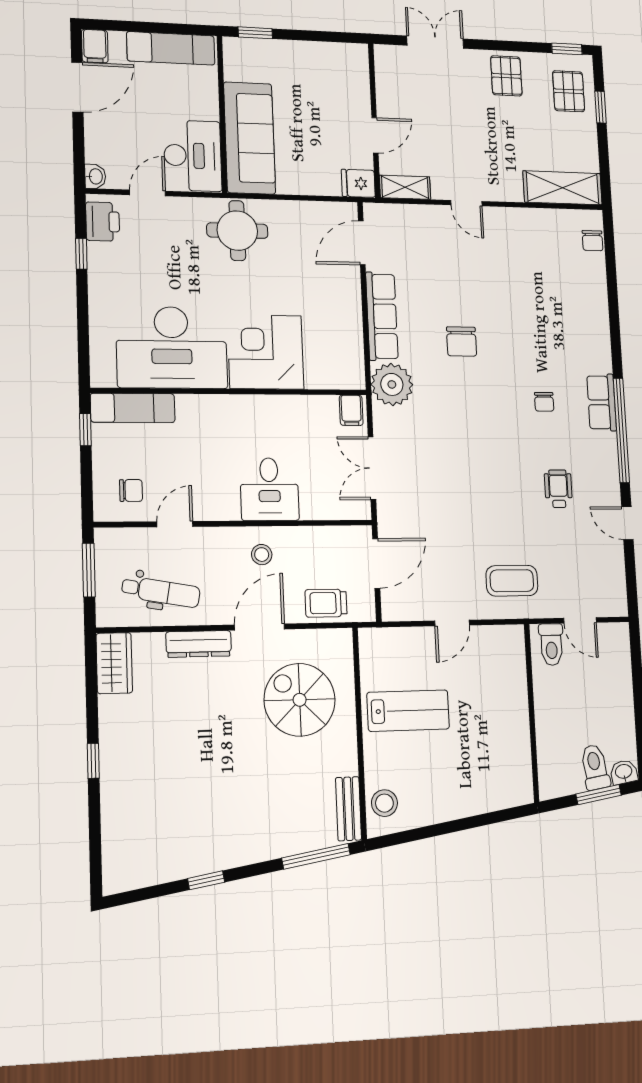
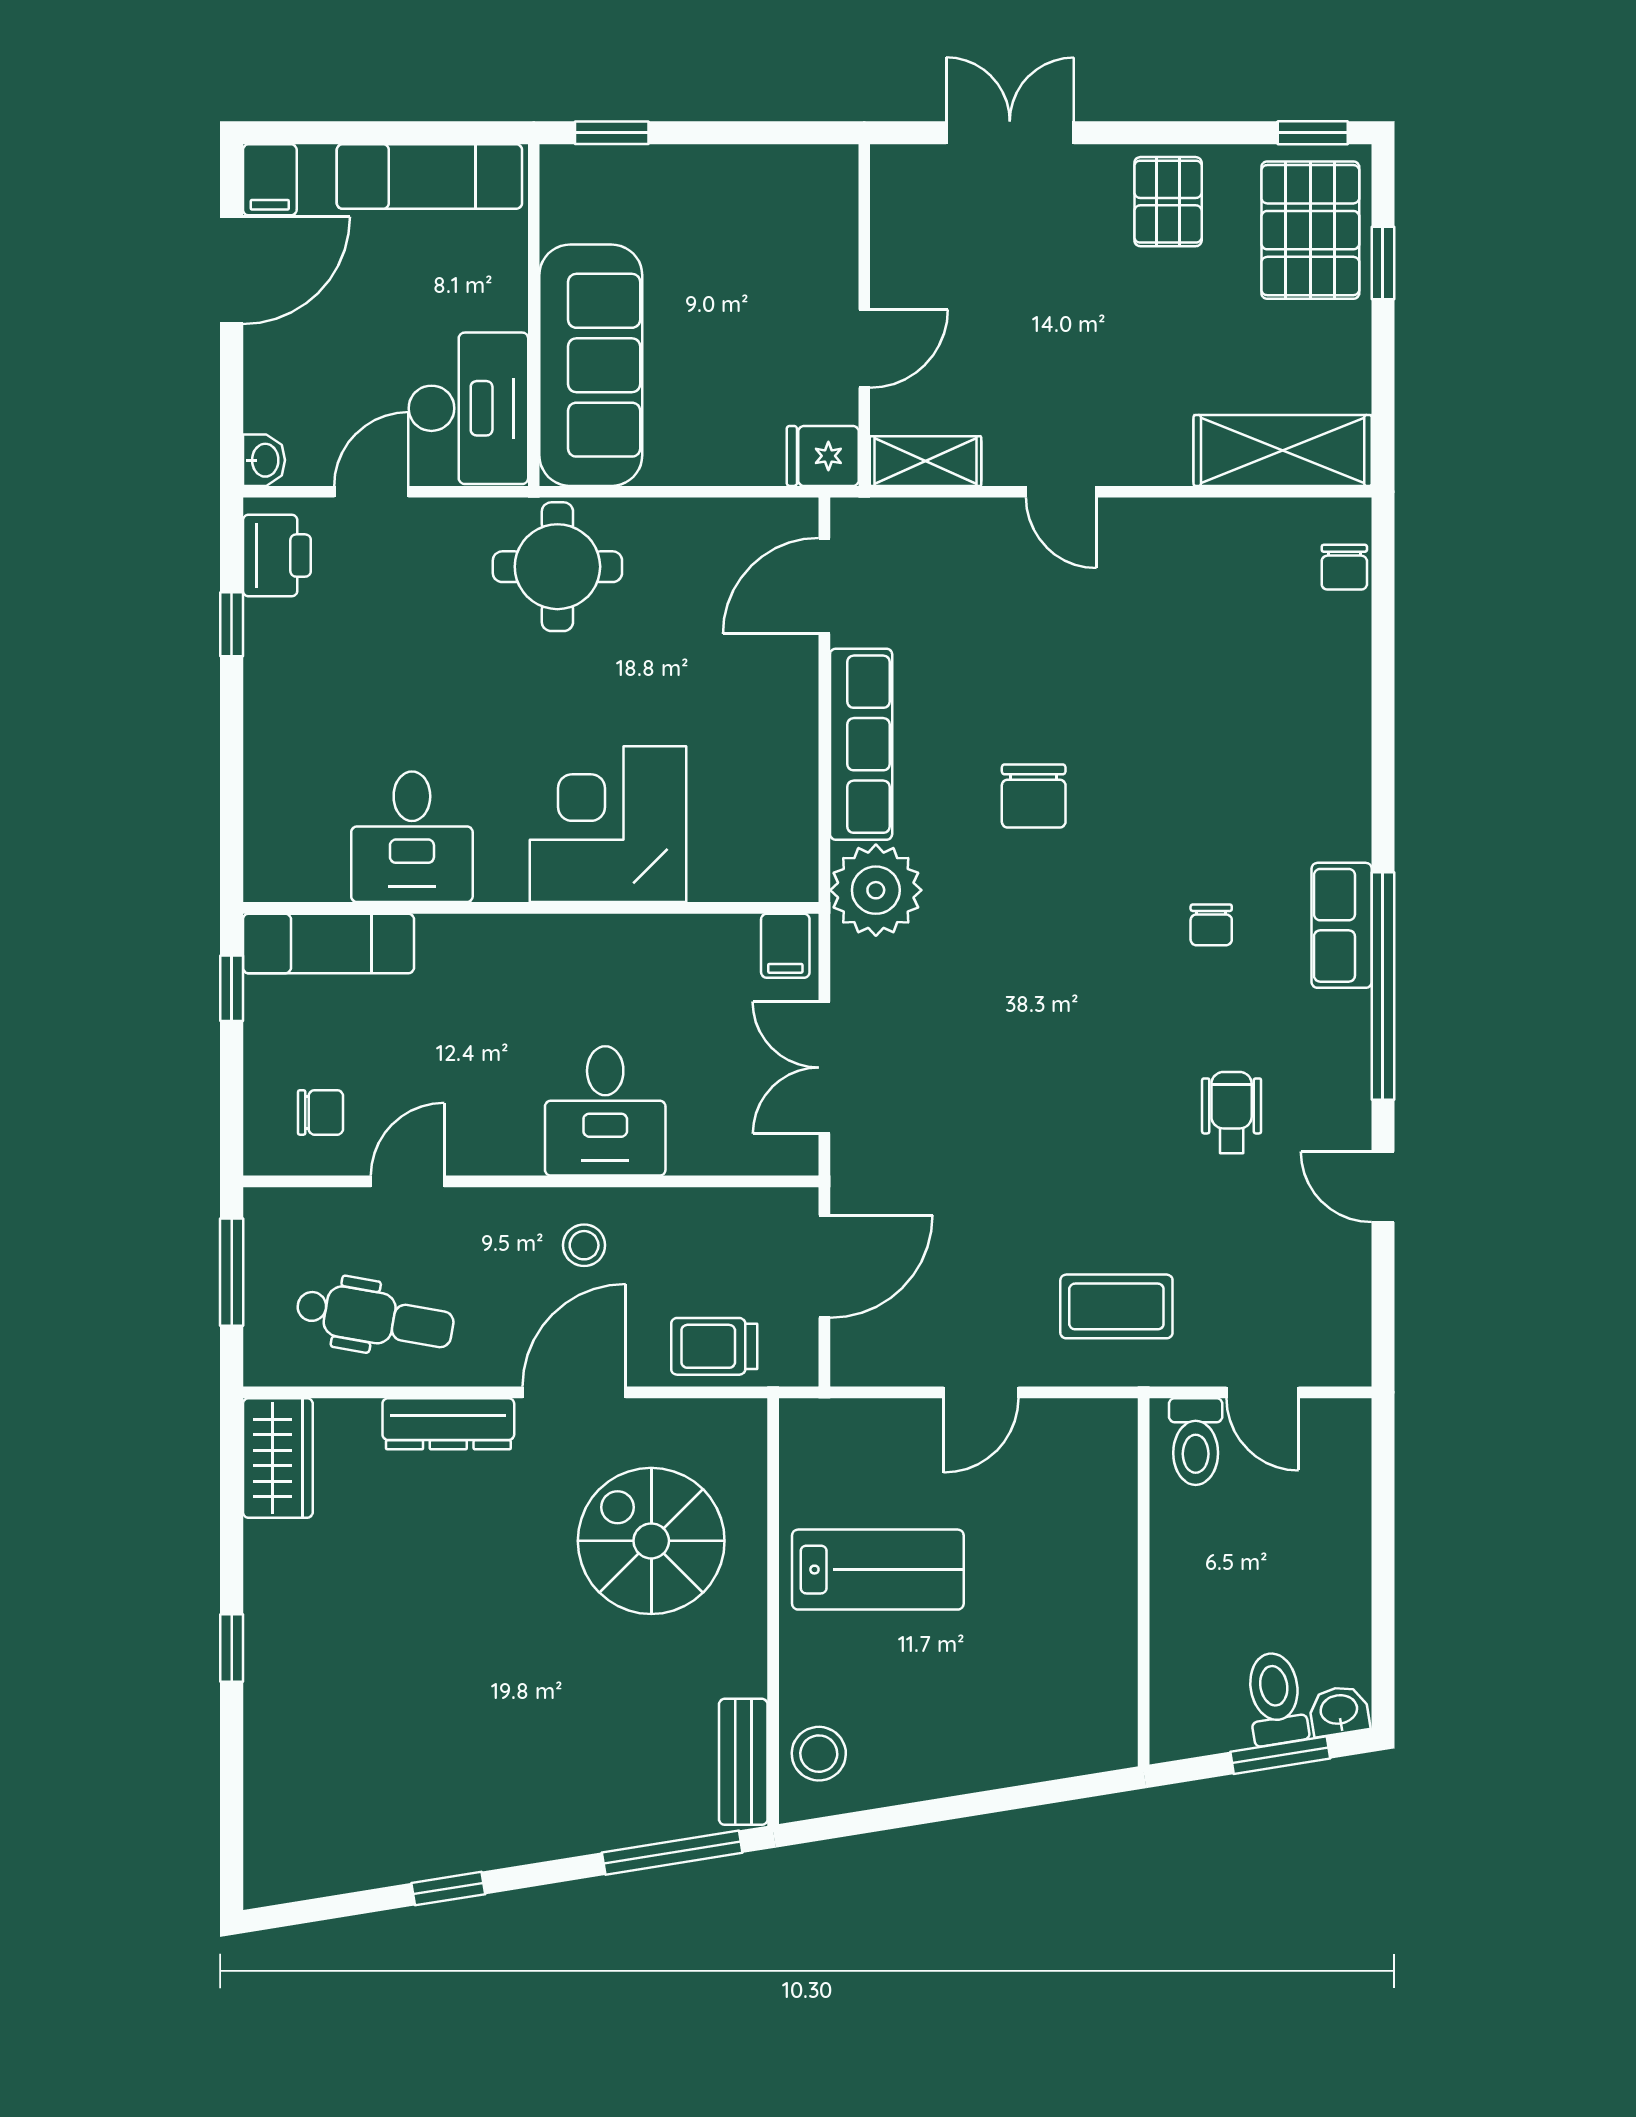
pallet: (569, 91) -> (1310, 230), width x1.50, depth x1.42
desk: (172, 347) -> (412, 837), width x0.53, depth x0.77

